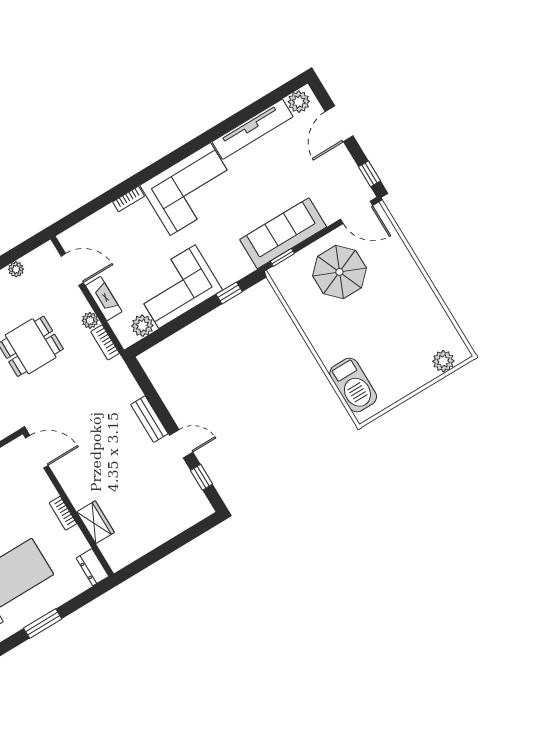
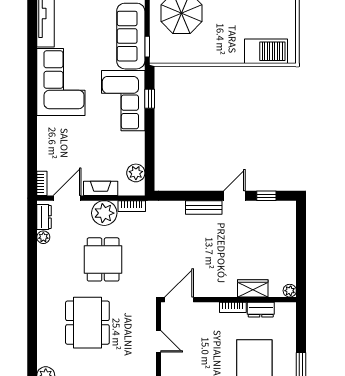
bookcase: (129, 199) -> (42, 183), moved
dresser: (38, 257) -> (44, 217), added
corner sofa: (177, 287) -> (123, 101), moved
plant: (90, 320) -> (104, 213), width x1.88, depth x1.88
plant: (117, 562) -> (290, 291), added
dresser: (92, 567) -> (261, 310), moved

